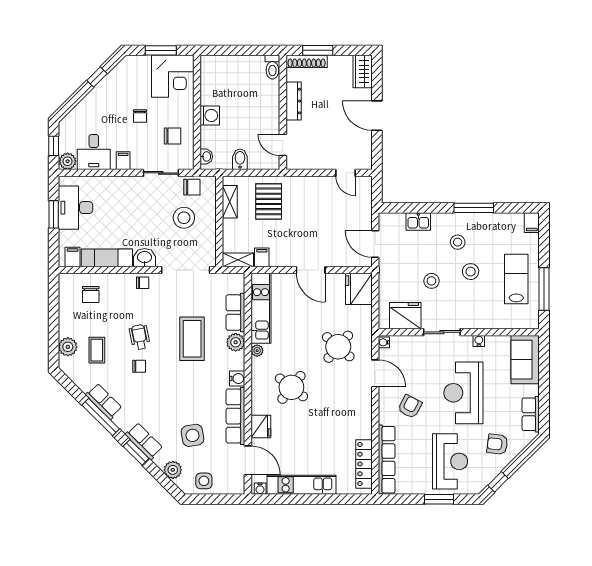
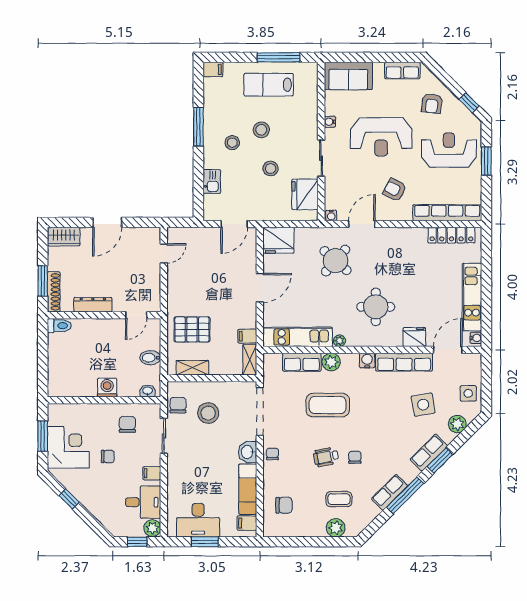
corner desk: (173, 76) -> (68, 447), moved
round table: (291, 387) -> (376, 307), turned -38

